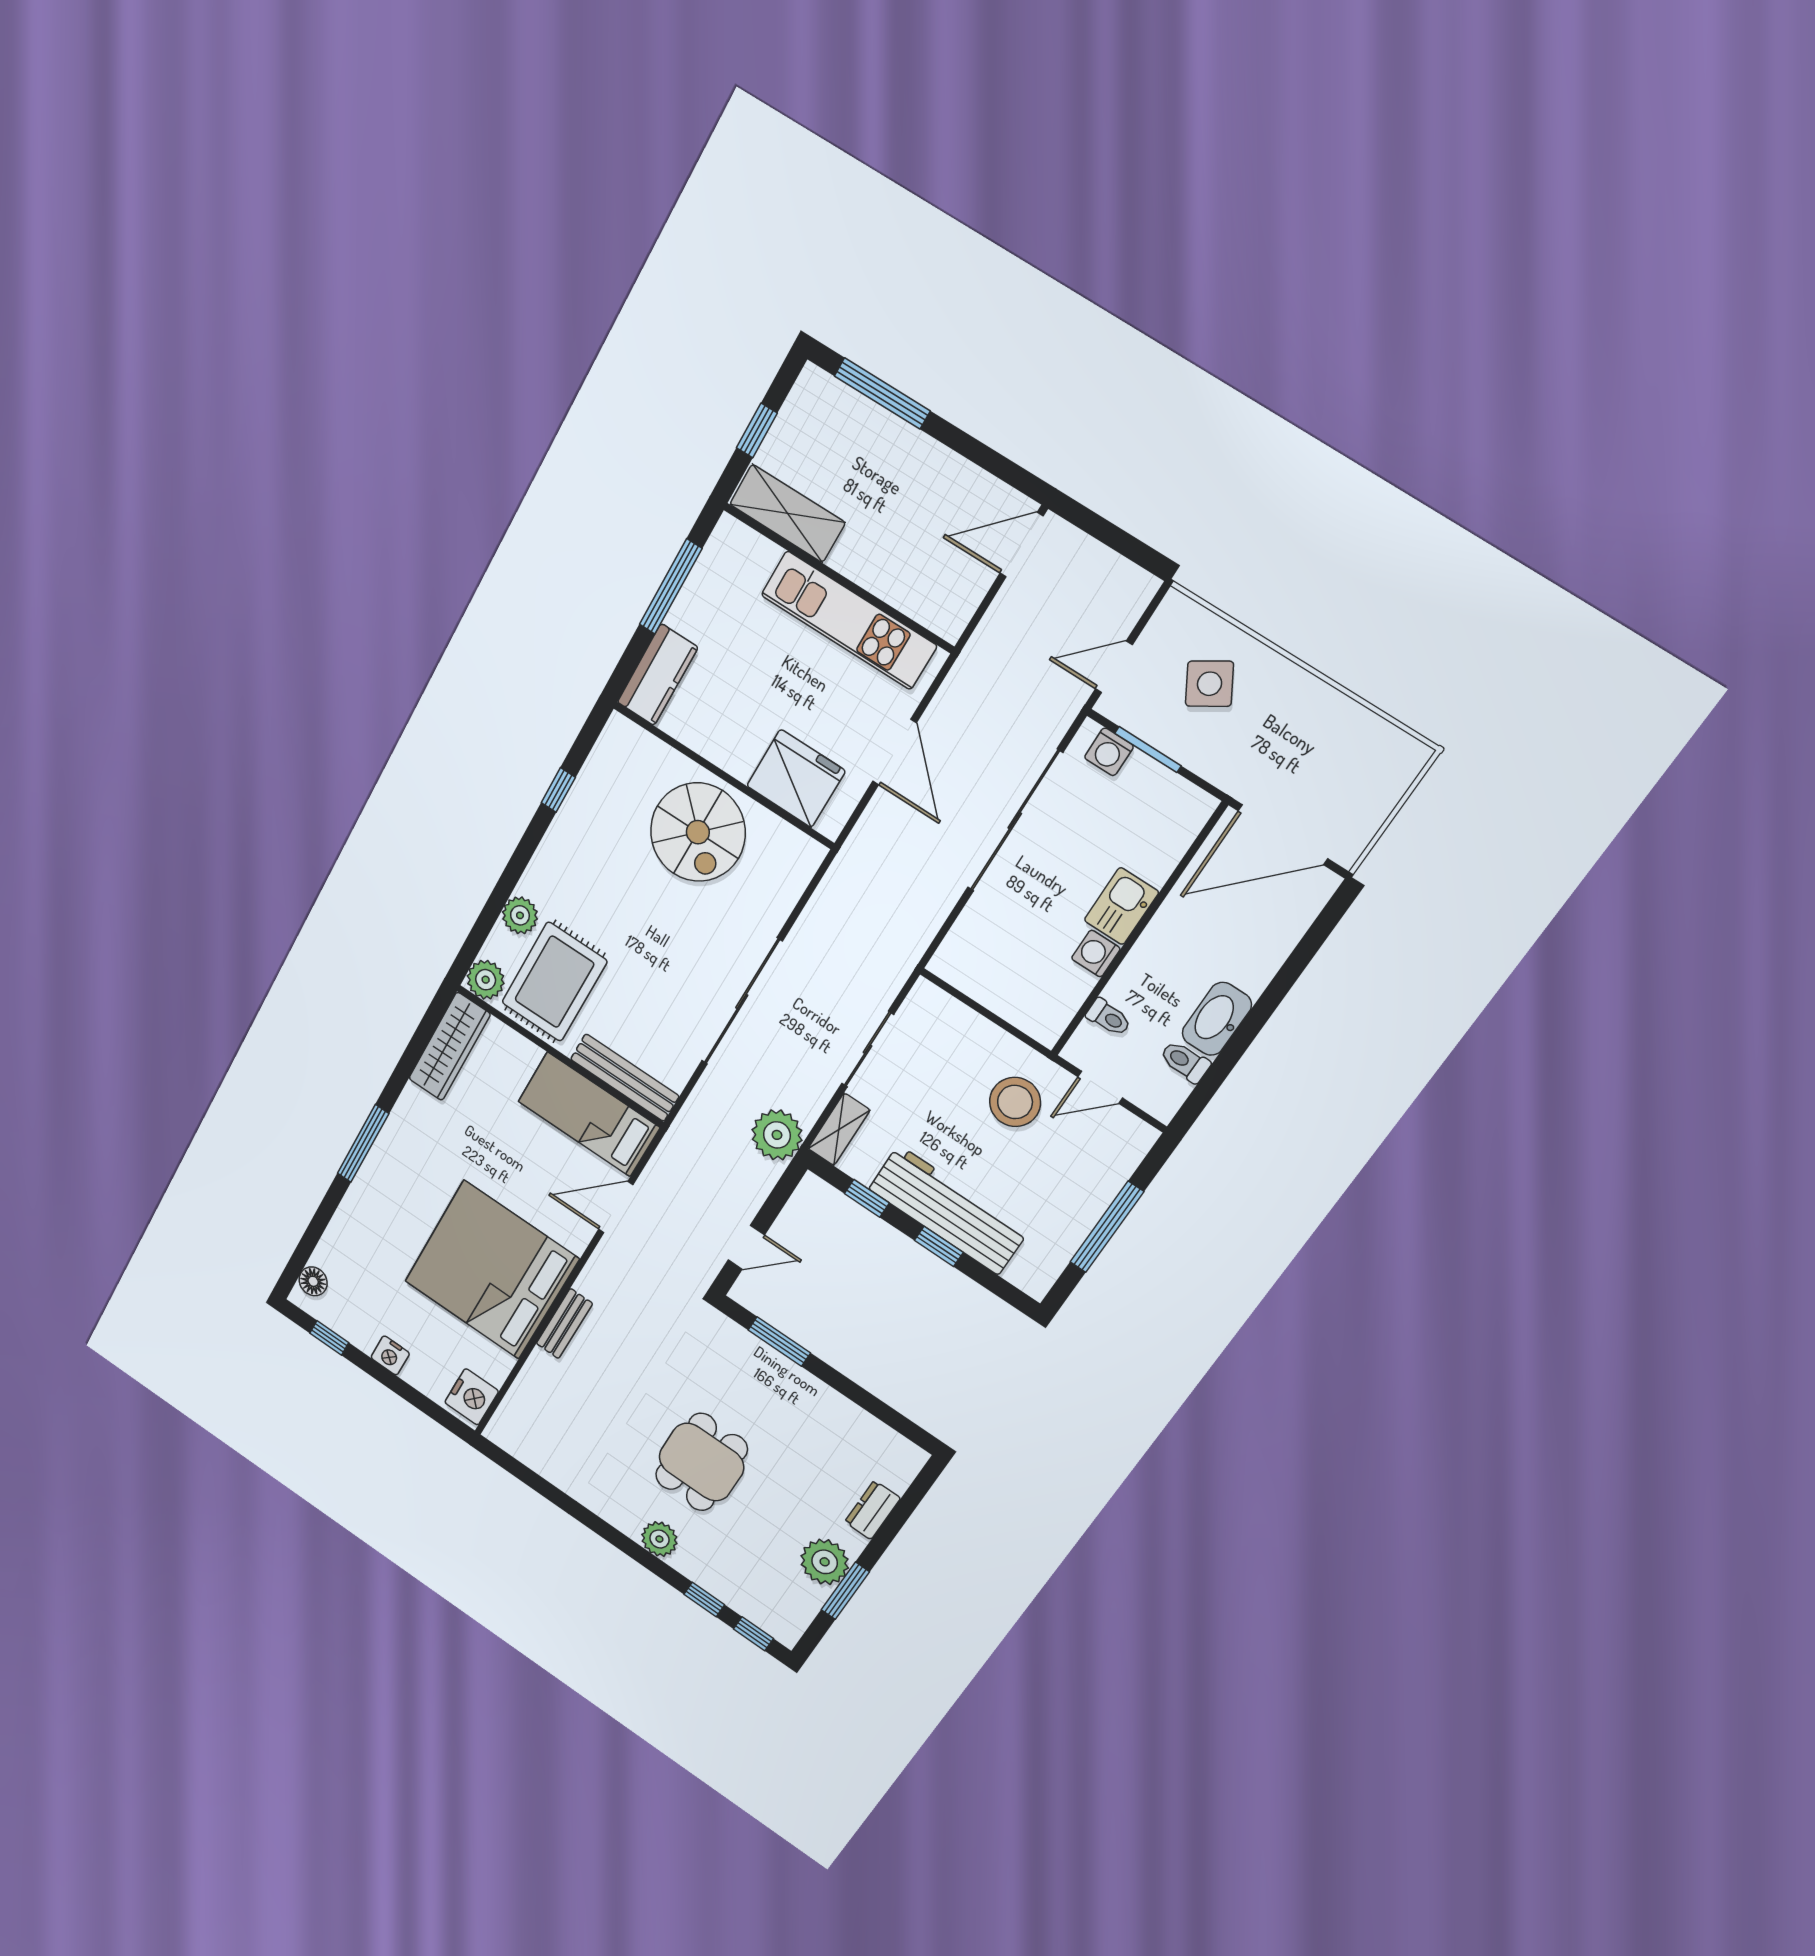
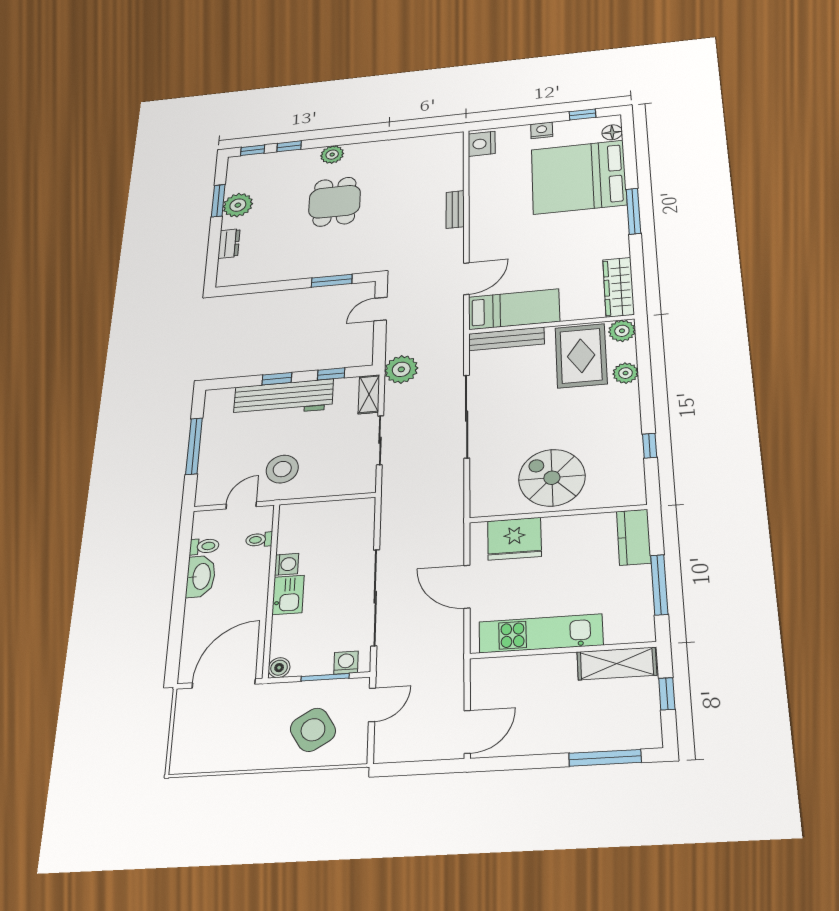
side table: (1209, 684) -> (313, 730), width x1.37, depth x1.37
boiler: (1198, 806) -> (279, 668), added
bed: (491, 1270) -> (579, 177), moved, turned 180

